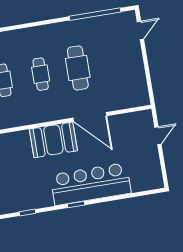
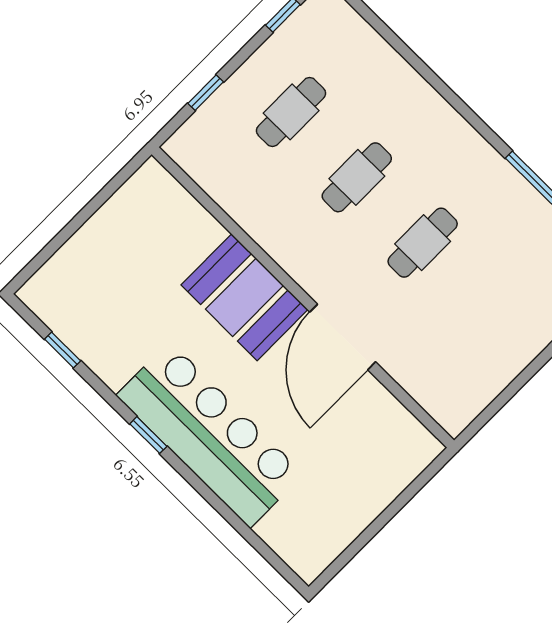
cafe table: (78, 68) -> (423, 243), width x0.73, depth x0.74
door: (158, 136) -> (403, 499), removed

